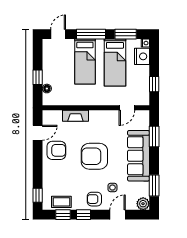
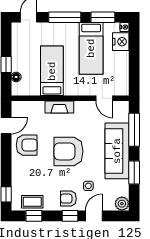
bed: (85, 62) -> (52, 71), moved, turned 180
window: (154, 84) -> (134, 72), removed
door: (127, 108) -> (104, 98), hinge flipped
fireplace: (75, 116) -> (59, 107), moved
window: (154, 137) -> (134, 130), width x1.44
window: (154, 186) -> (134, 173), moved
window: (84, 215) -> (70, 216), moved

